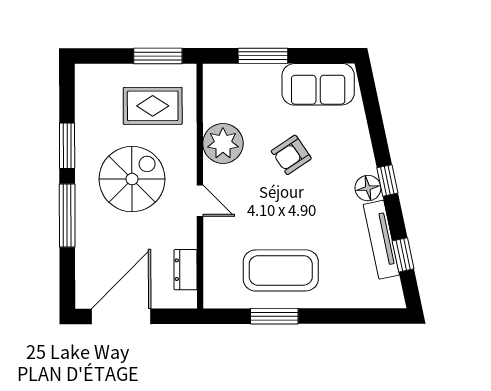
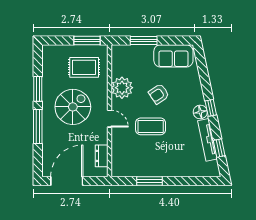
coffee table: (281, 270) -> (151, 126), moved, width x0.73, depth x0.76

